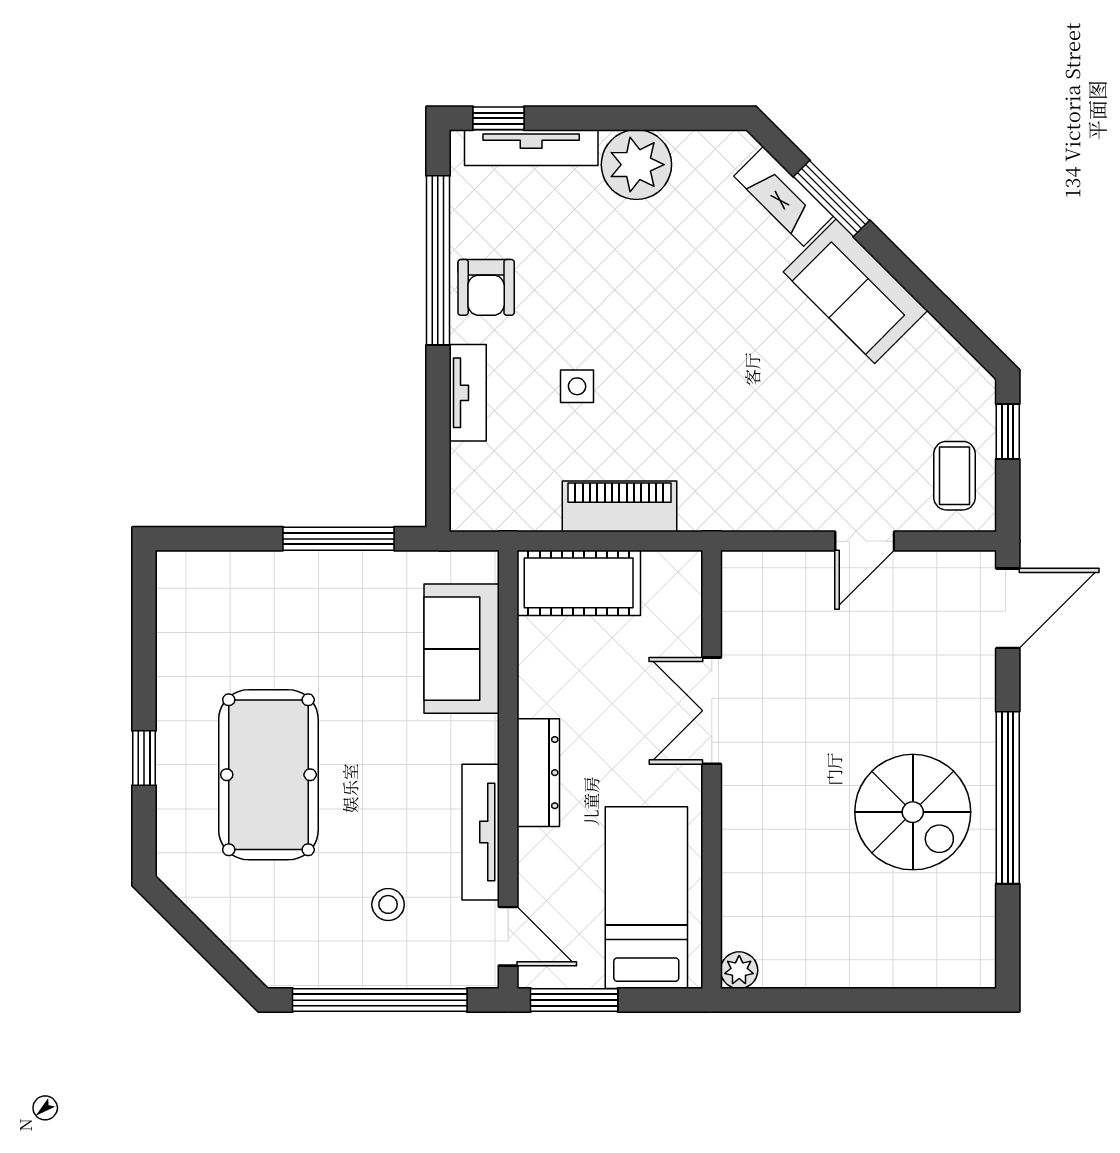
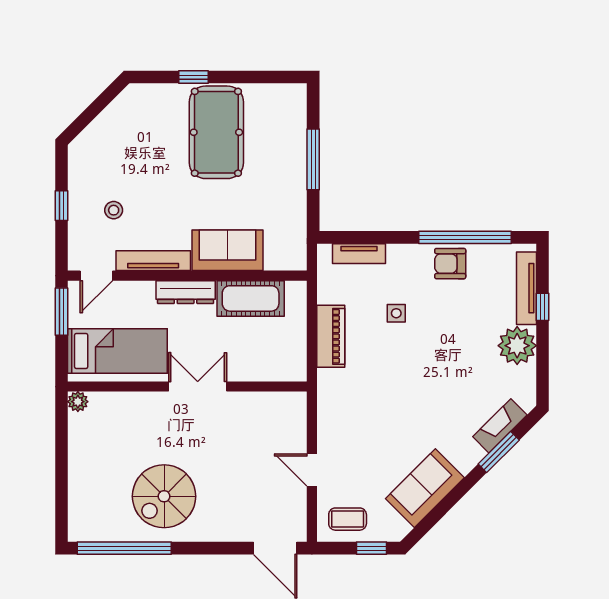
window: (499, 118) -> (542, 307), moved
sofa: (855, 291) -> (425, 488), moved
tv unit: (468, 393) -> (359, 254), moved
window: (338, 539) -> (313, 159), moved
cot: (579, 583) -> (251, 298), moved, turned 90
sofa: (462, 649) -> (227, 250), moved
double door: (712, 711) -> (198, 387), moved
pool table: (268, 775) -> (216, 132), moved, turned 90
window: (1008, 798) -> (124, 548), moved
window: (380, 1000) -> (62, 206), width x0.32

